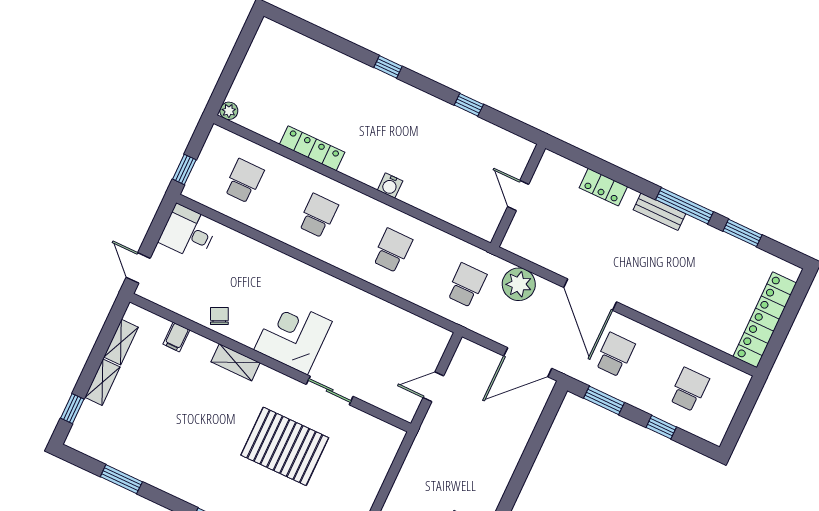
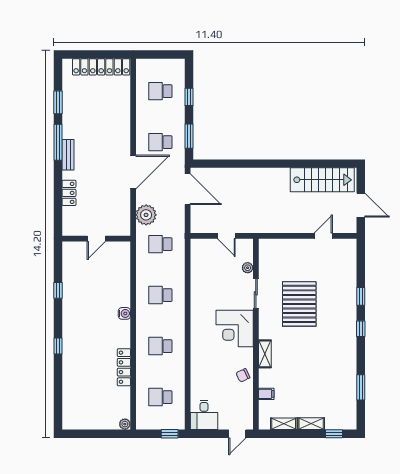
plant: (373, 396) -> (248, 268), added

